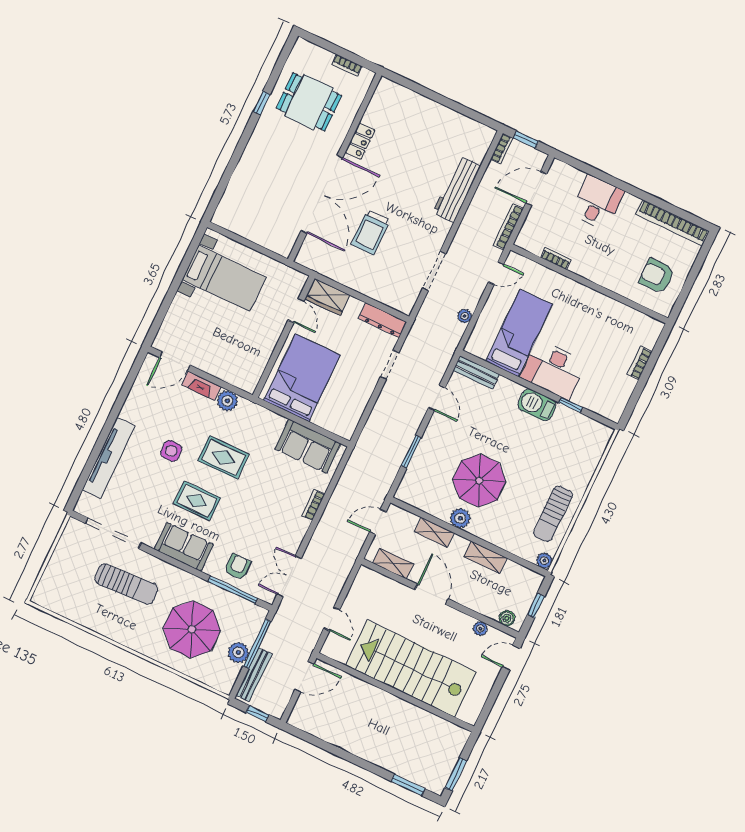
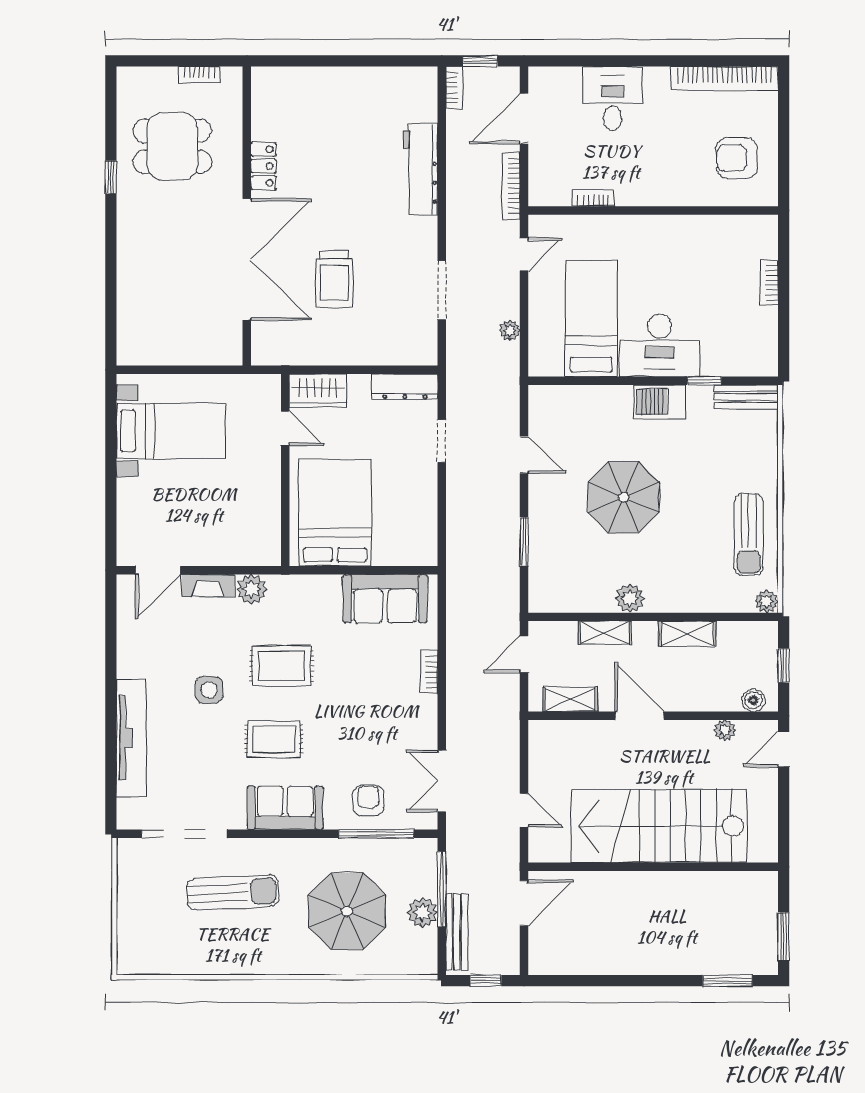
bench: (476, 372) -> (746, 397), moved
parasol: (479, 481) -> (624, 497), moved

